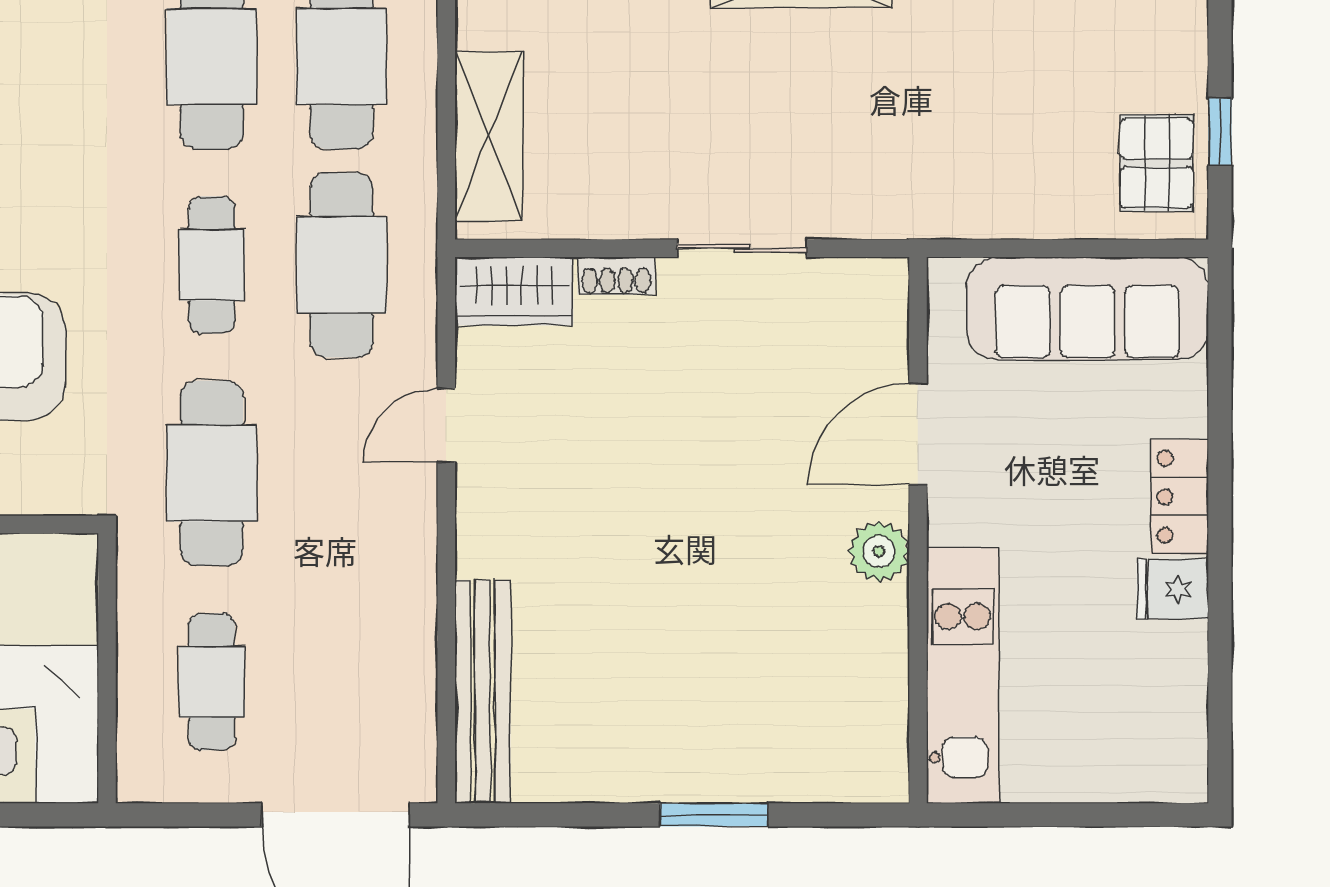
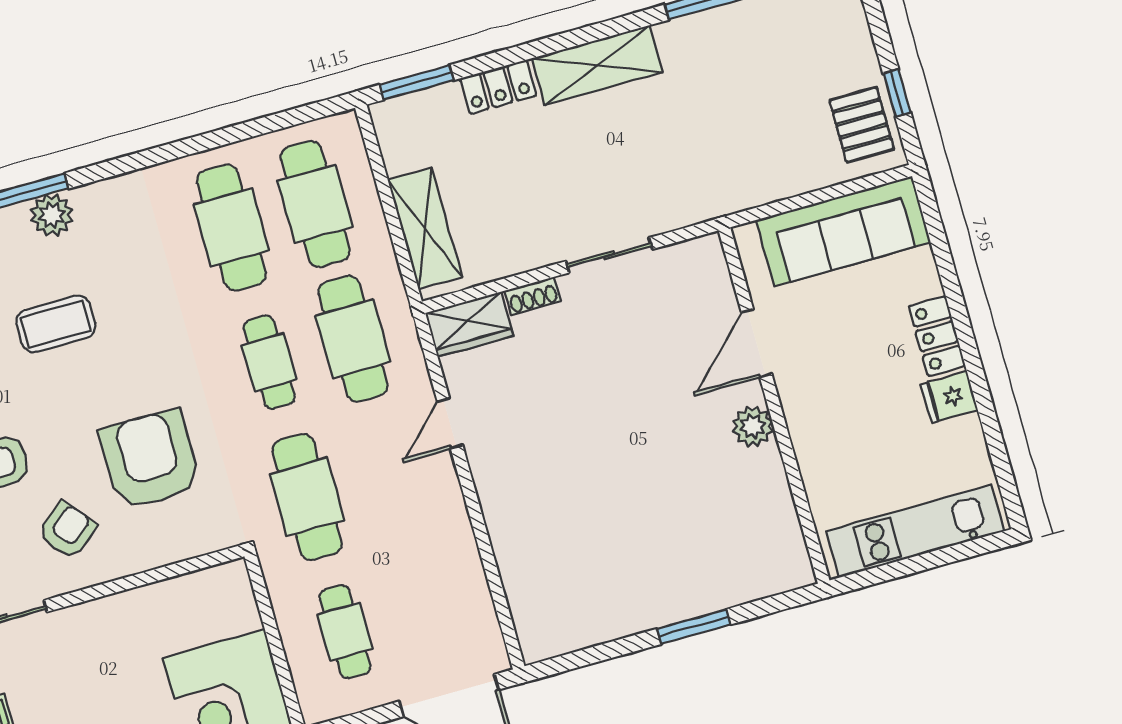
kitchen unit: (963, 675) -> (915, 531), moved, turned -90
bench: (483, 692) -> (522, 589), removed

